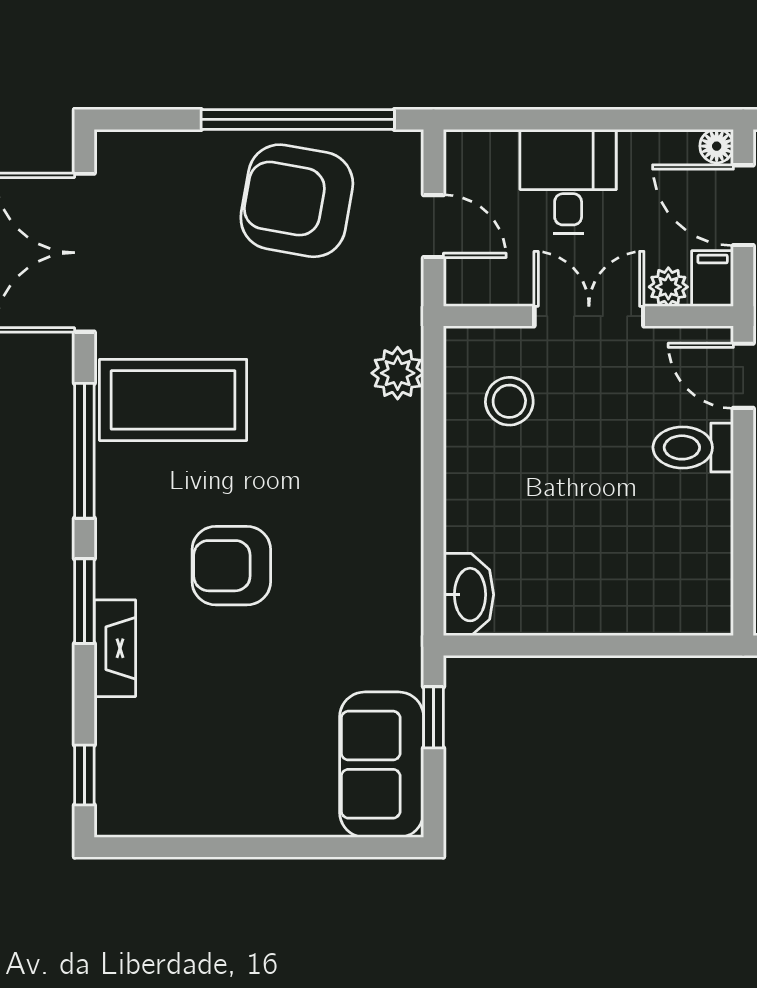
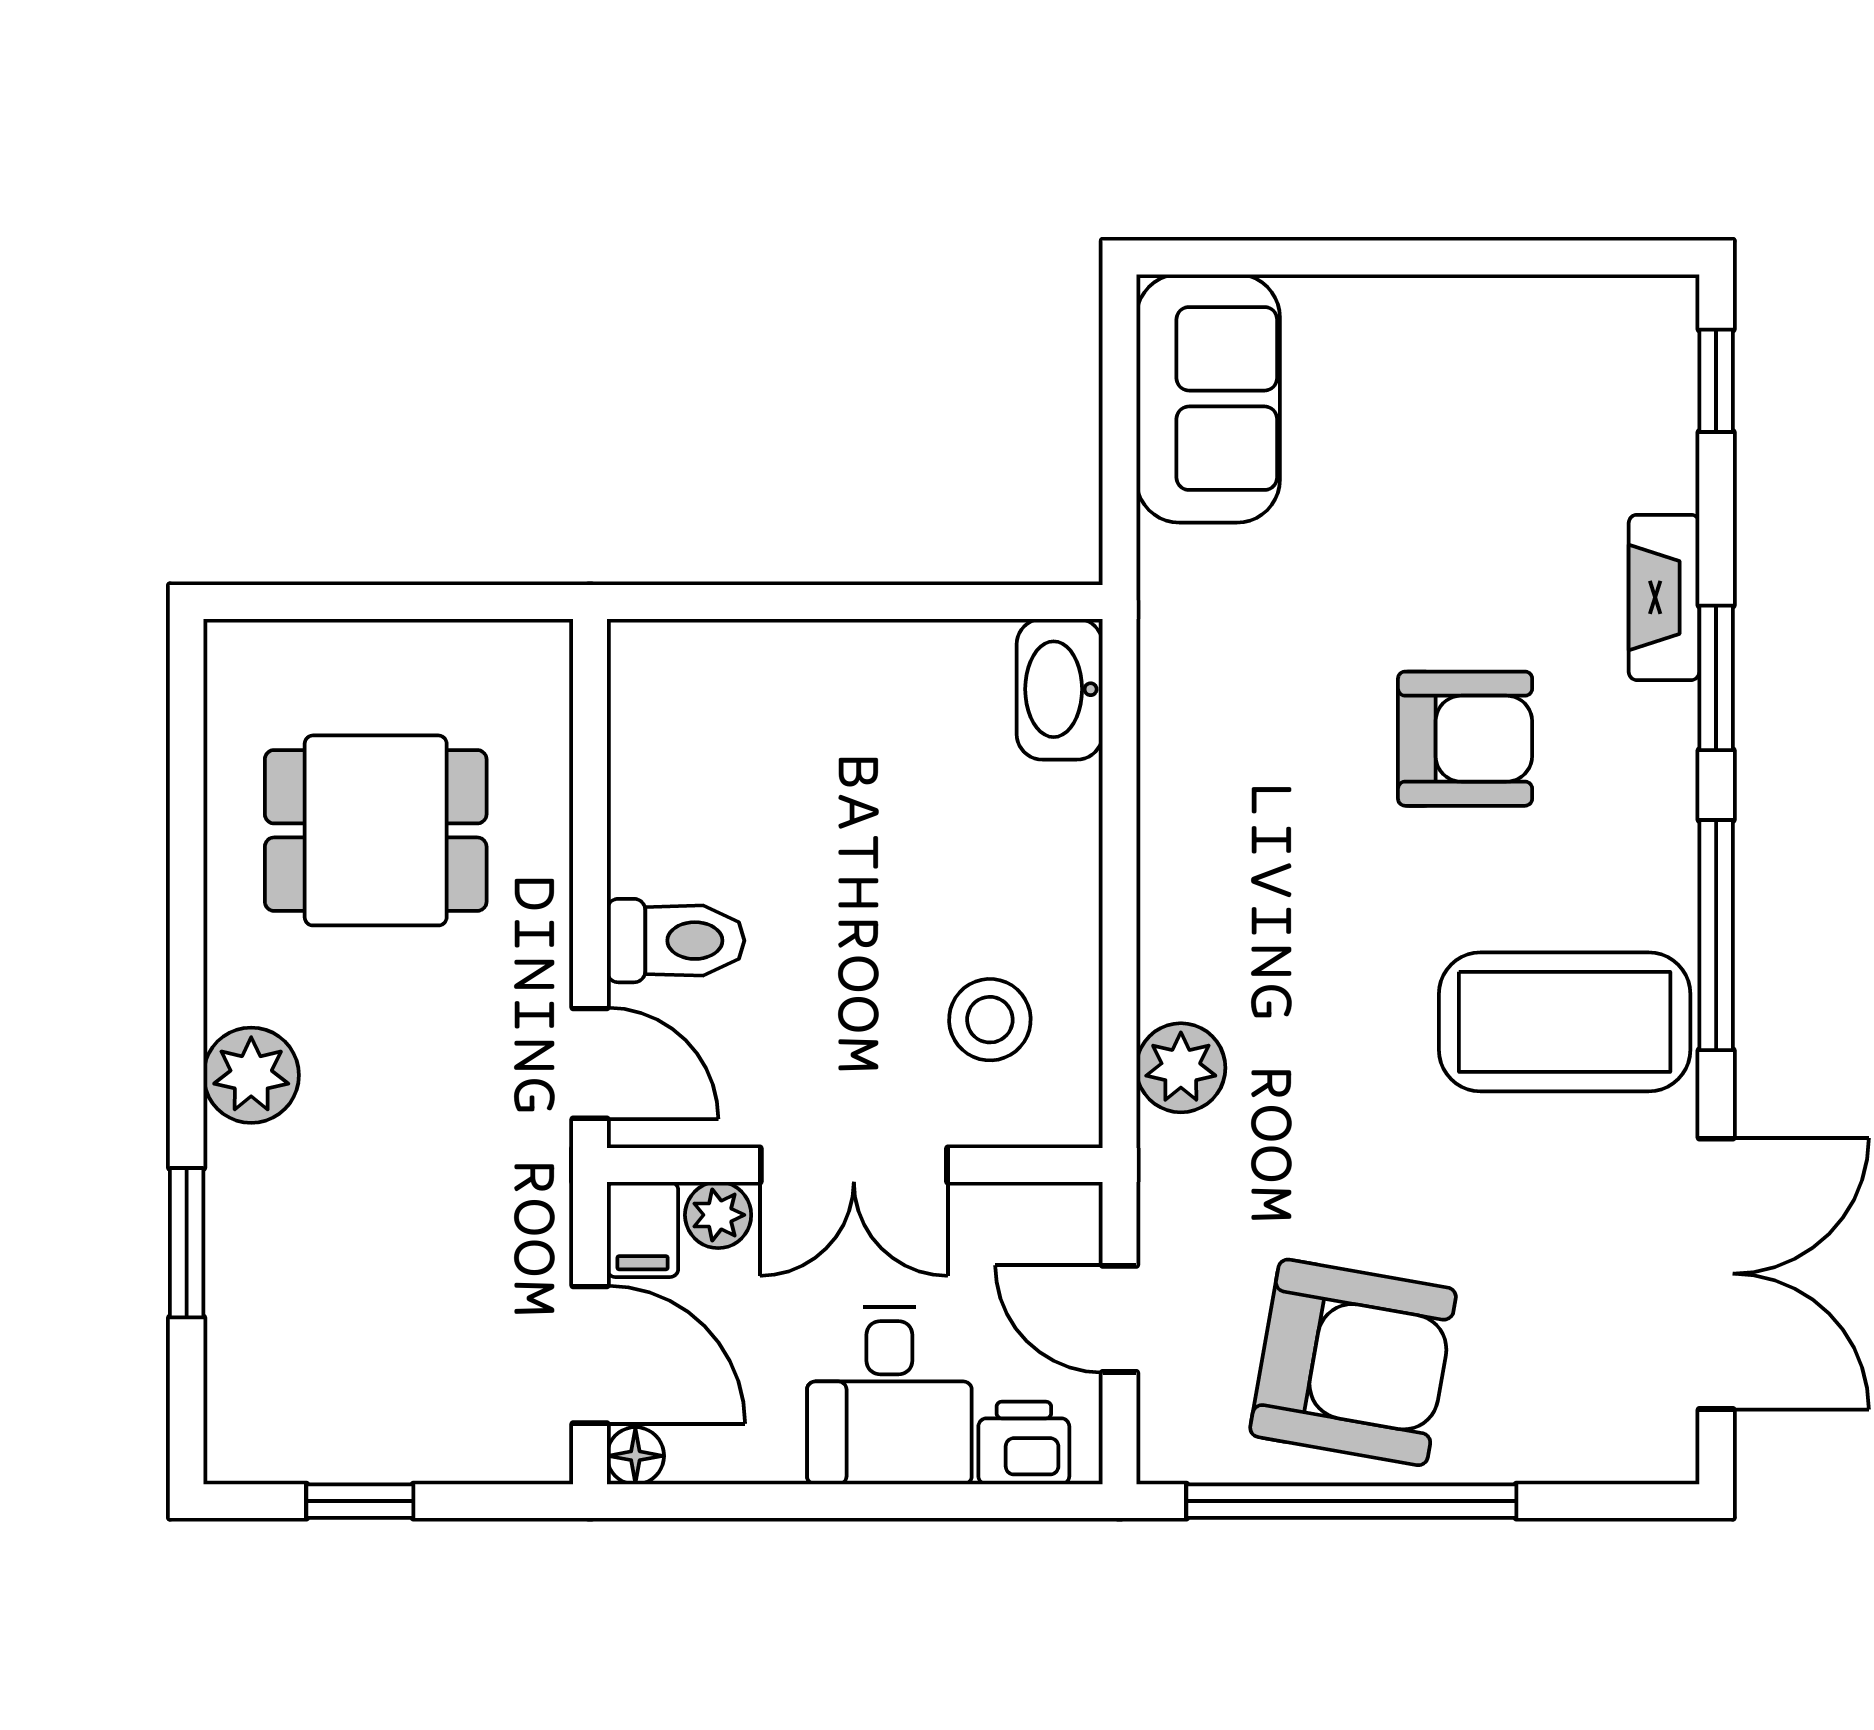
printer: (489, 154) -> (1024, 1443), added
window: (433, 717) -> (1119, 479), removed

